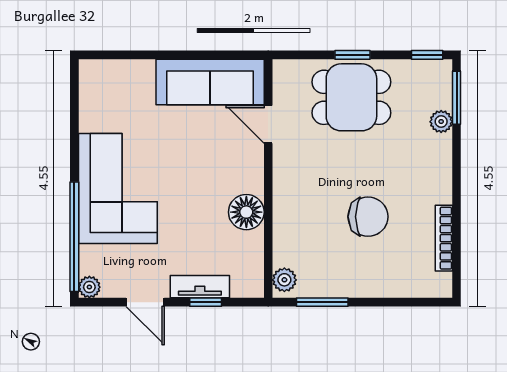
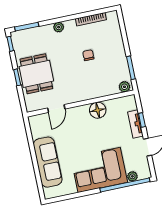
sofa: (210, 82) -> (48, 162), moved
plant: (441, 122) -> (59, 27), moved
chair: (368, 217) -> (88, 55), width x0.54, depth x0.54
plant: (89, 287) -> (132, 176), moved

